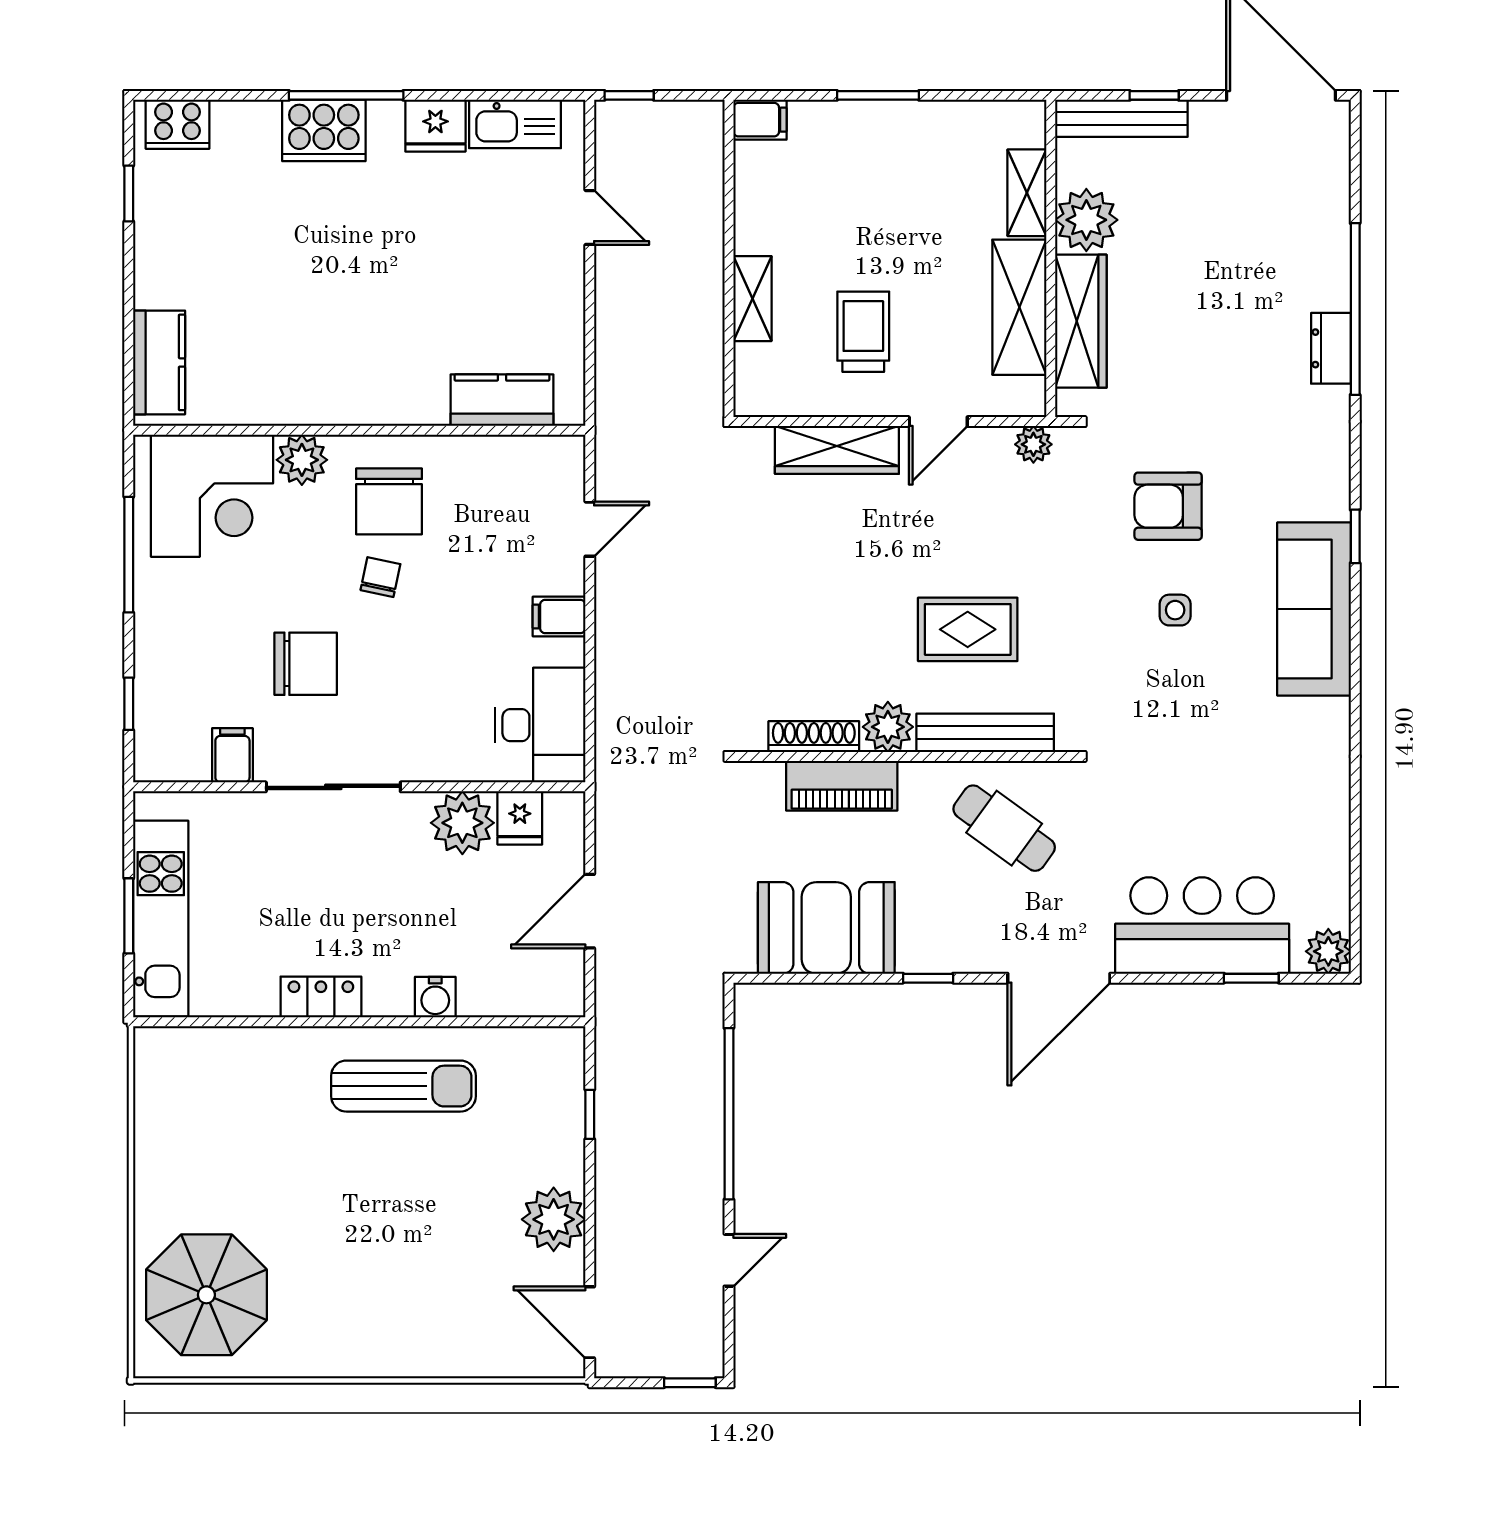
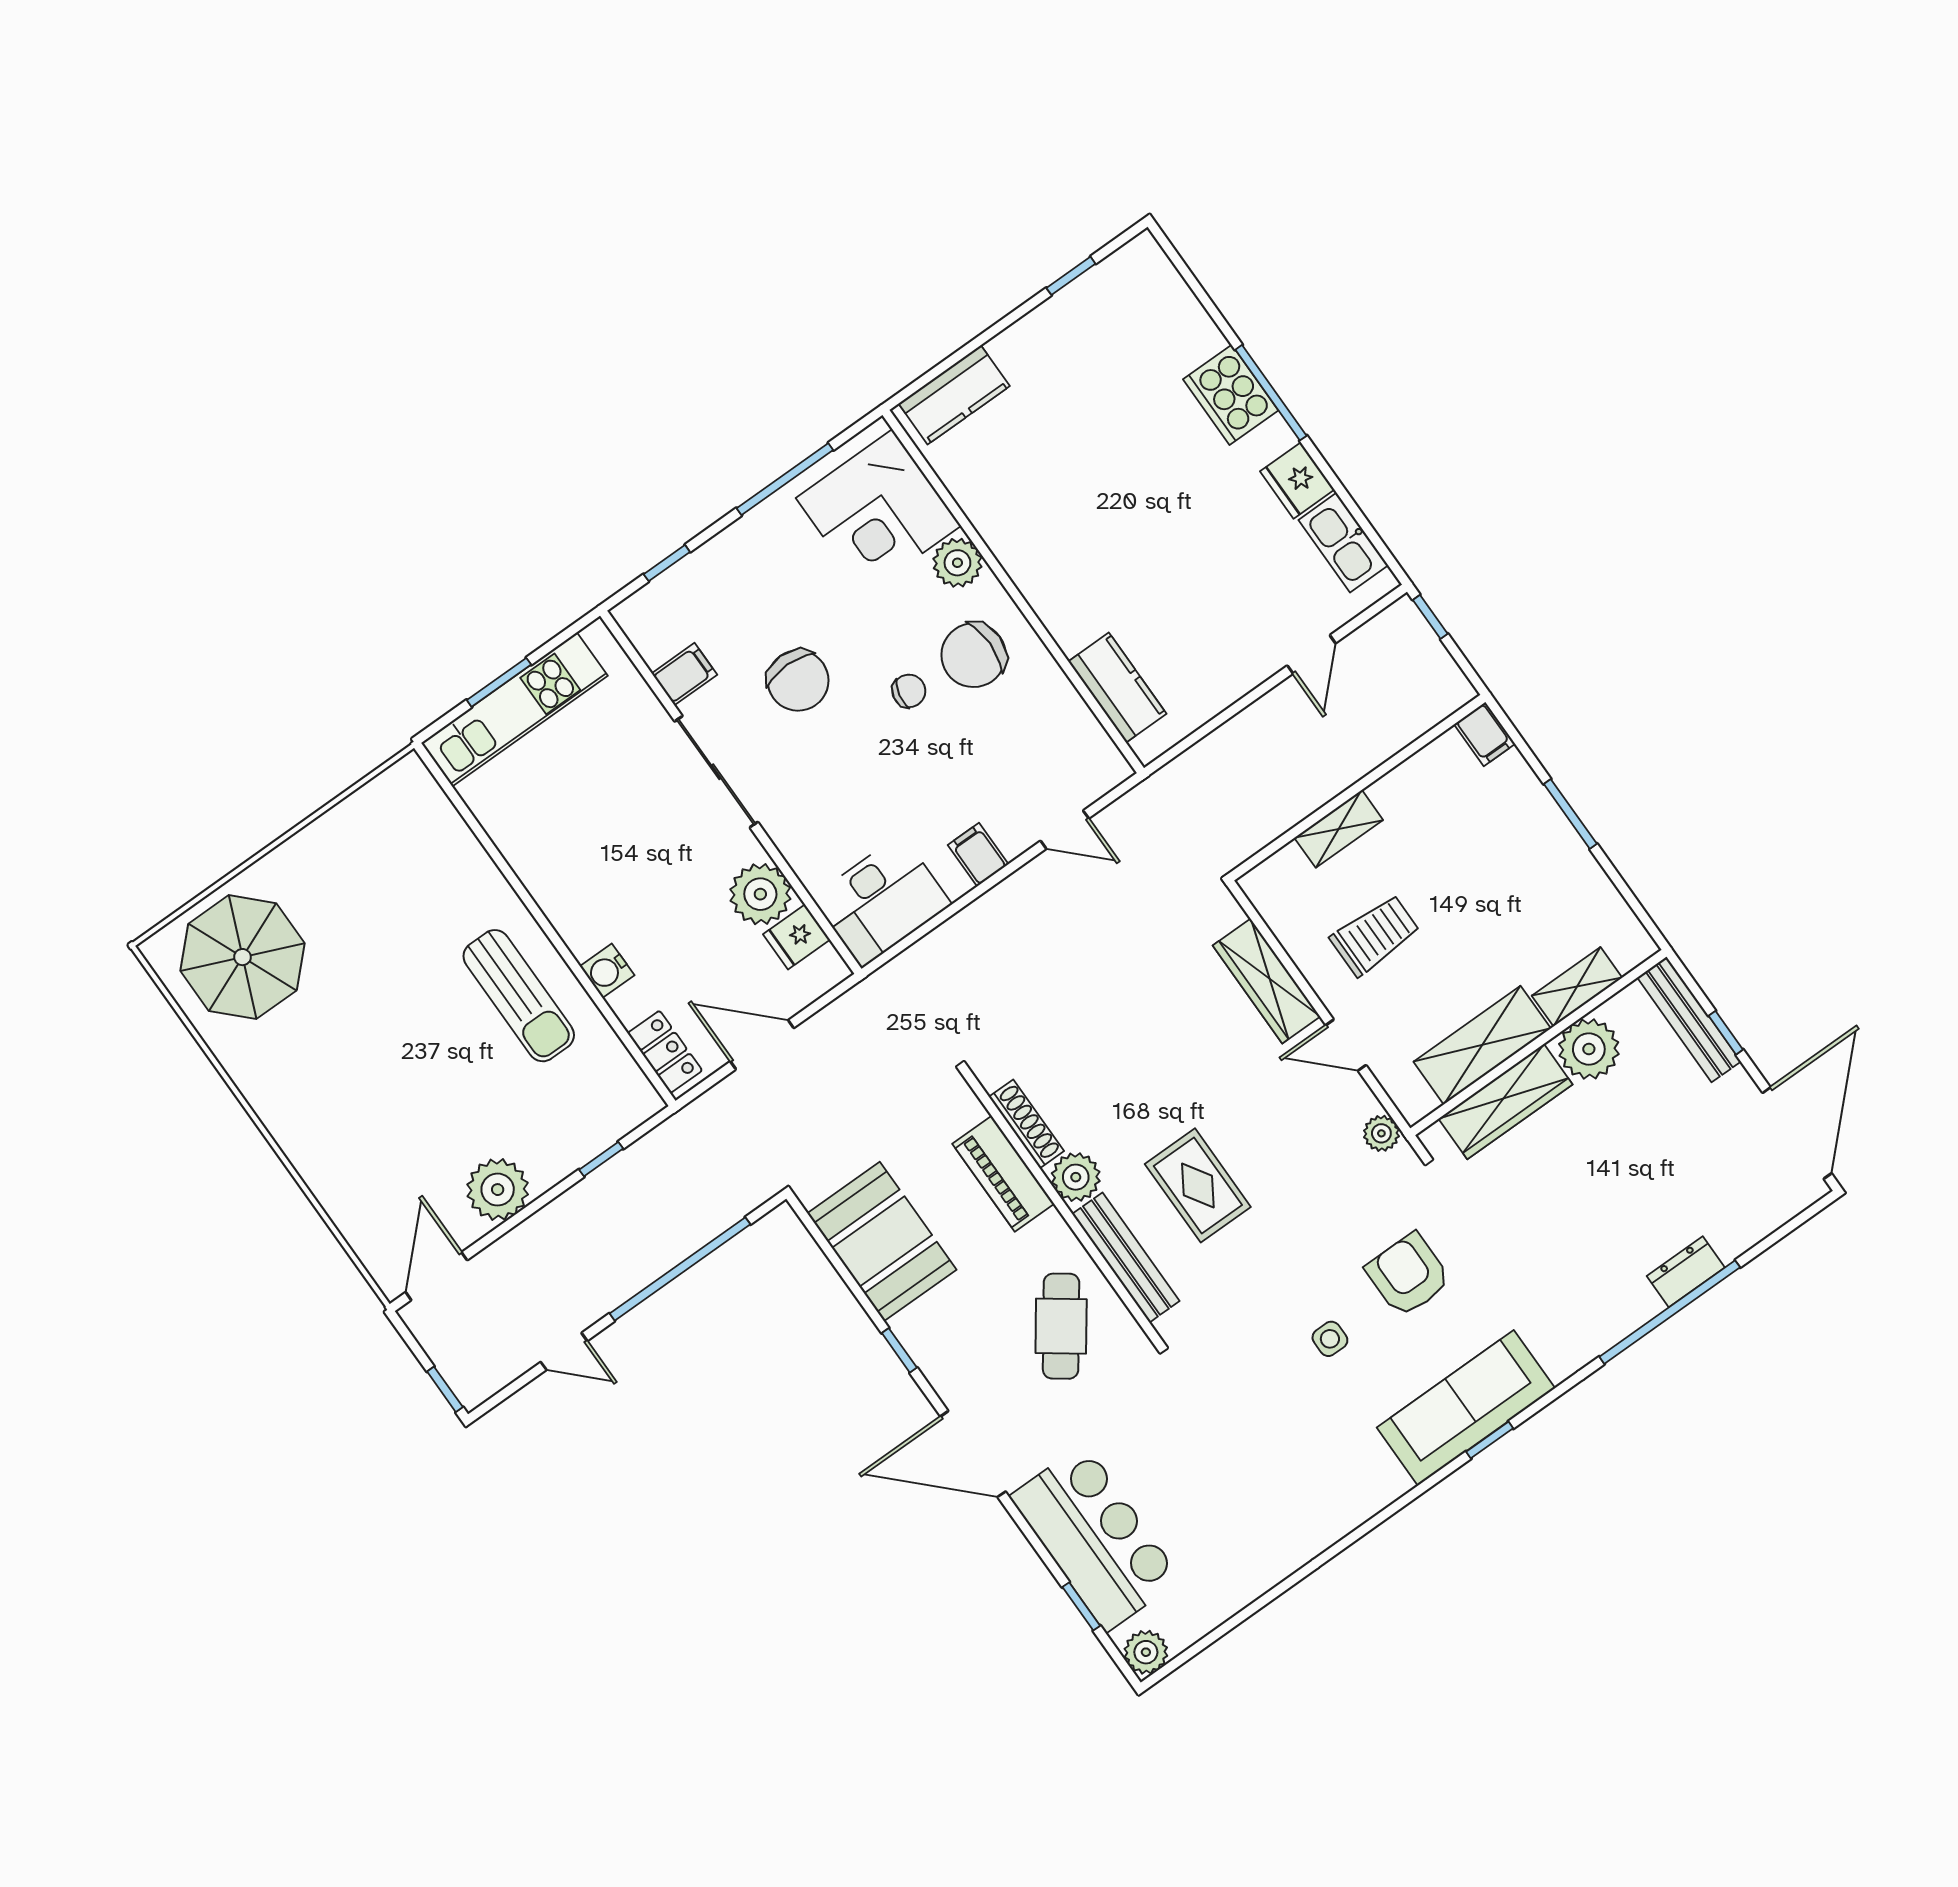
cooker: (177, 124) -> (1153, 275), removed
dresser: (1331, 348) -> (1686, 1272), moved
sofa: (1314, 609) -> (1466, 1408), moved
locker: (321, 997) -> (665, 1052), moved

